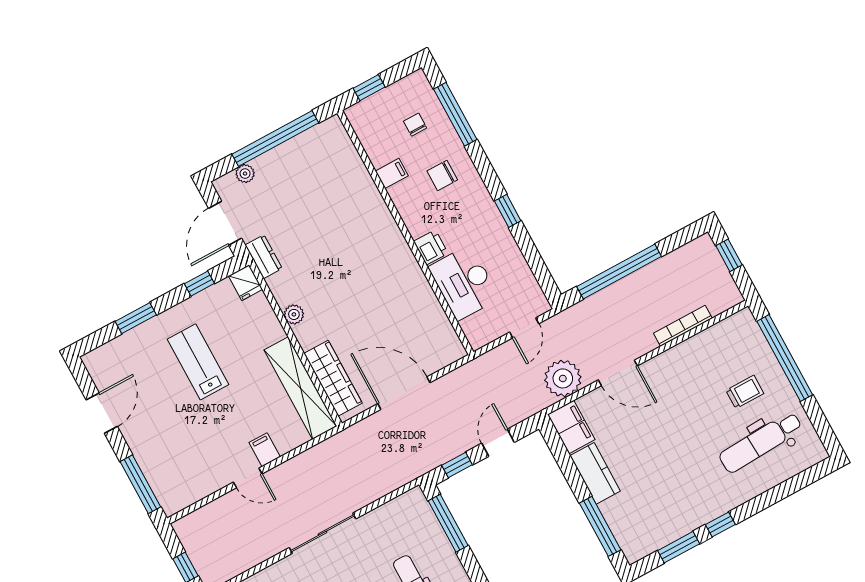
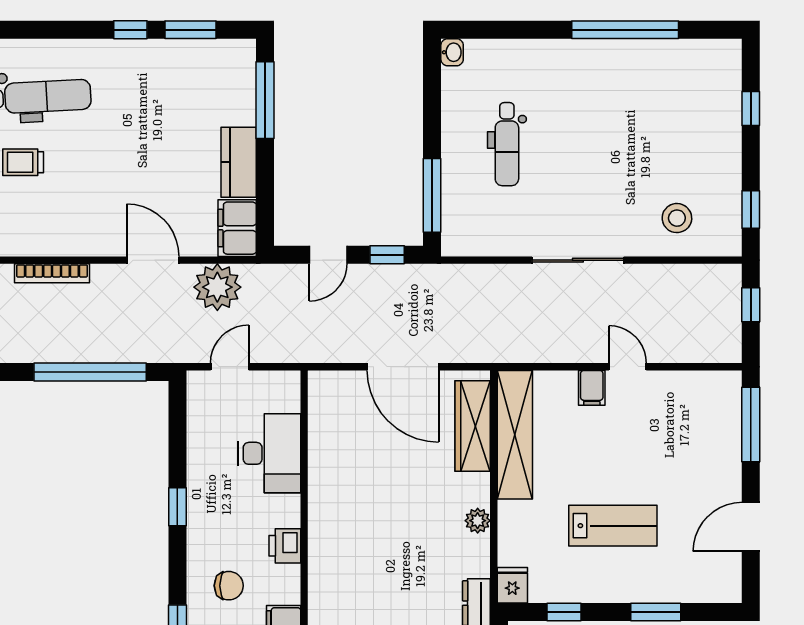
printer: (431, 247) -> (285, 546), moved
lab bench: (198, 362) -> (613, 526), turned -90

